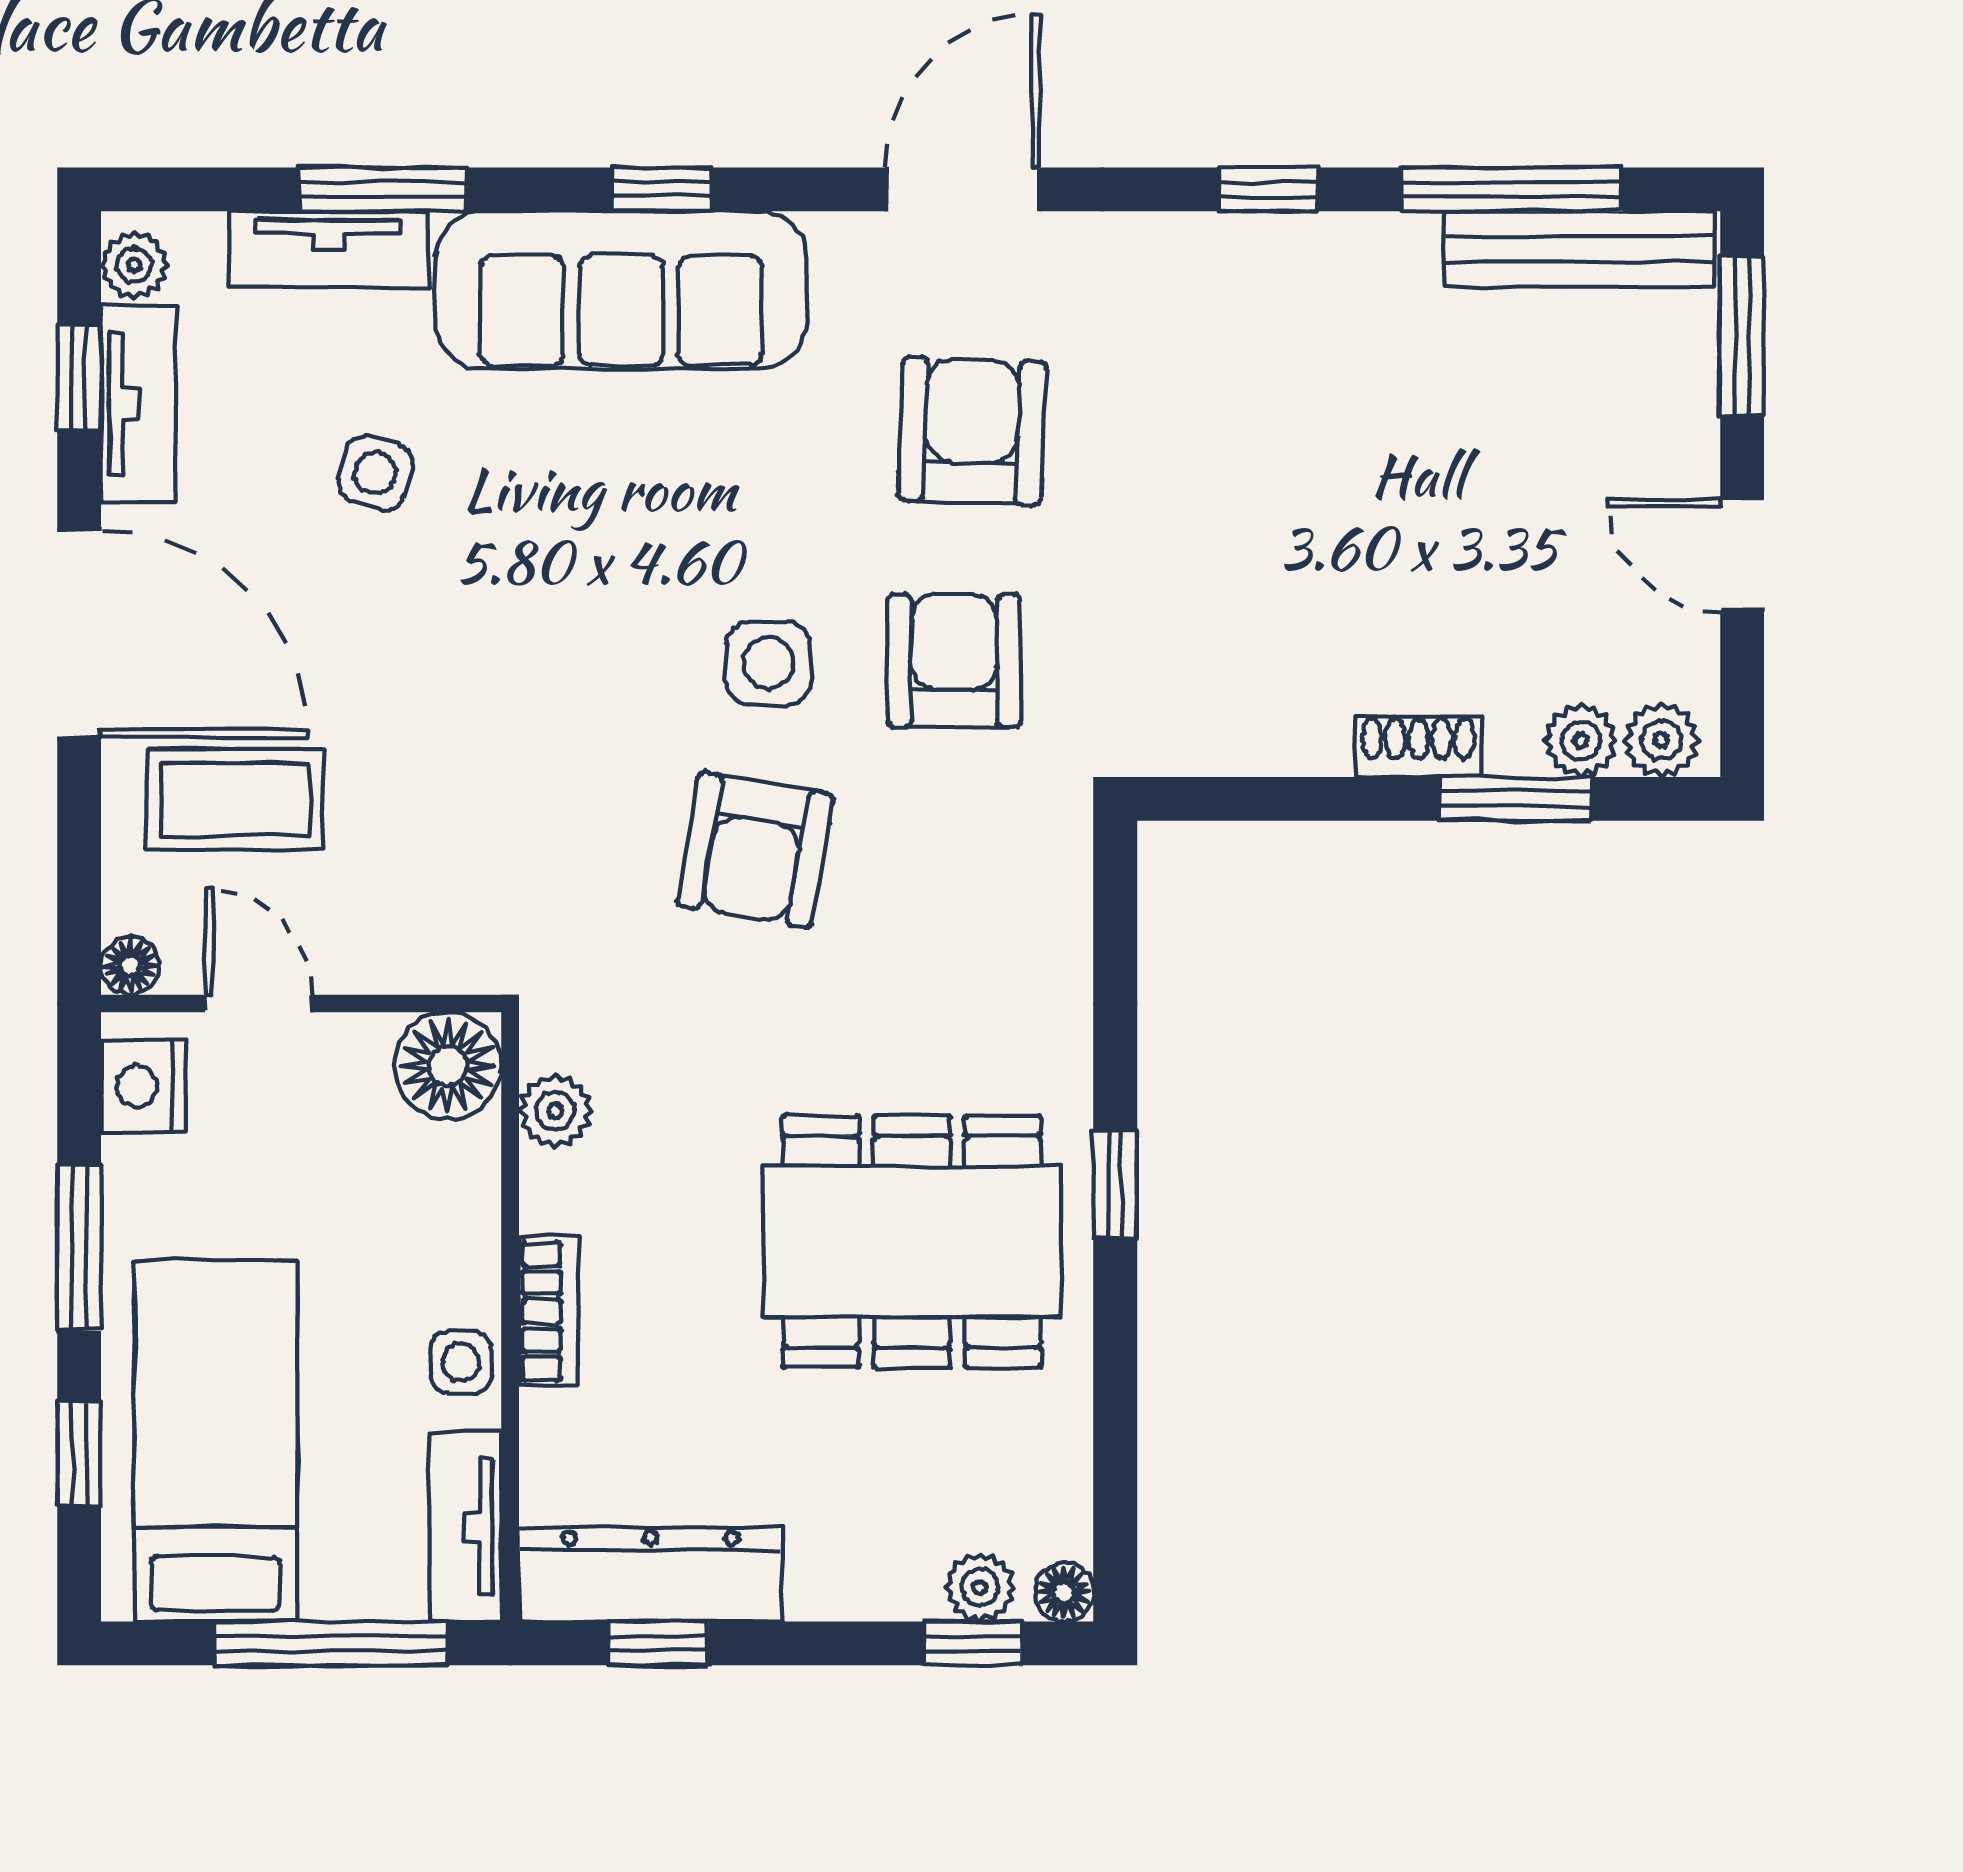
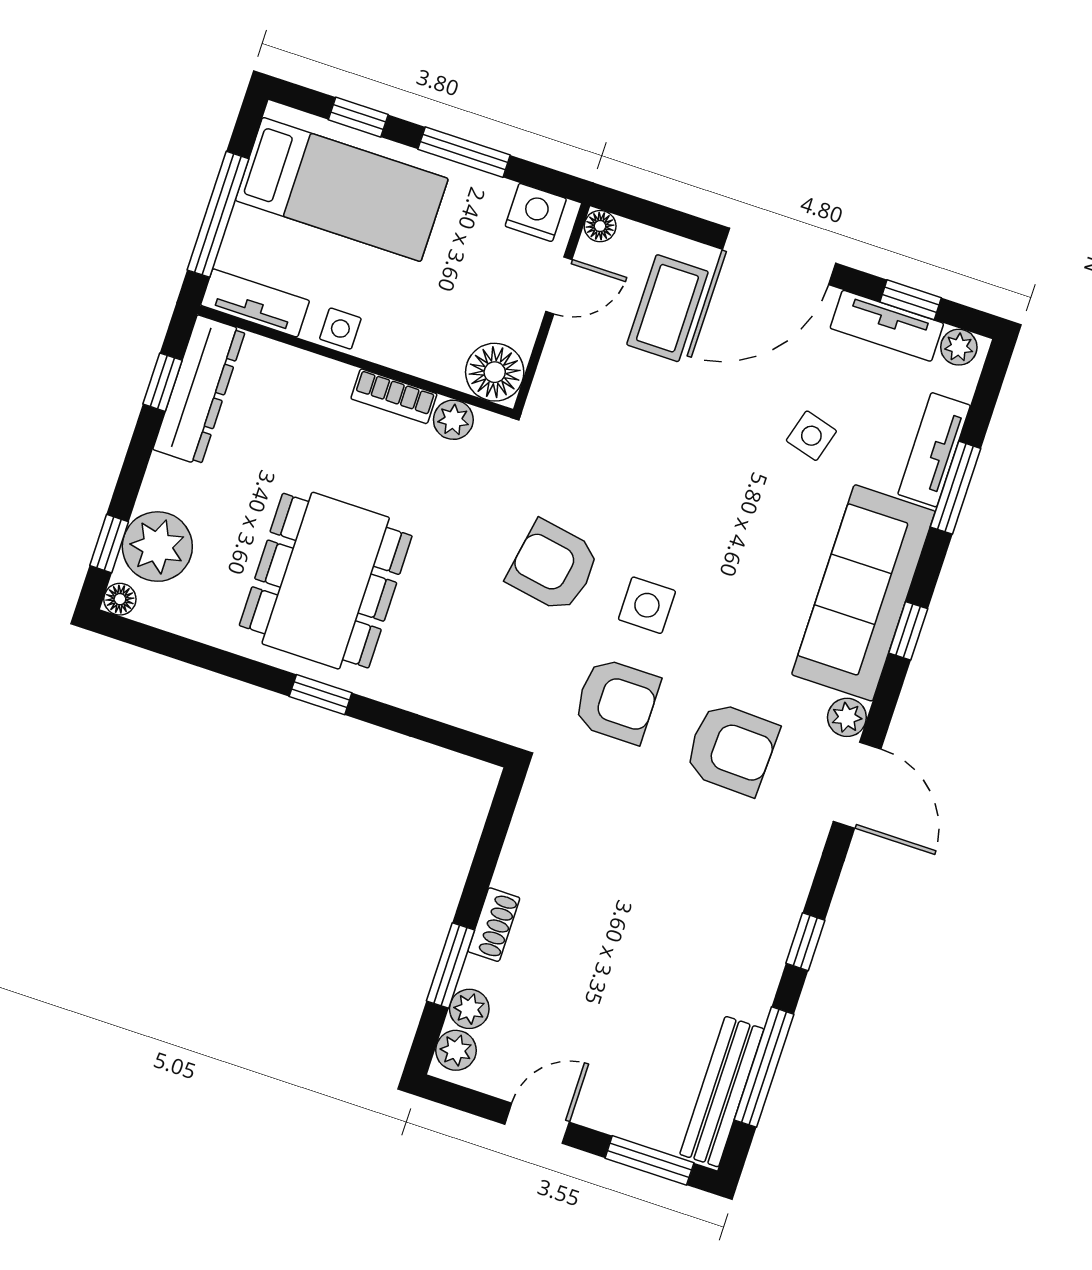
plant: (849, 247) -> (847, 717), added
bookcase: (549, 1311) -> (394, 396), moved
plant: (980, 1587) -> (157, 547), width x1.88, depth x1.88

